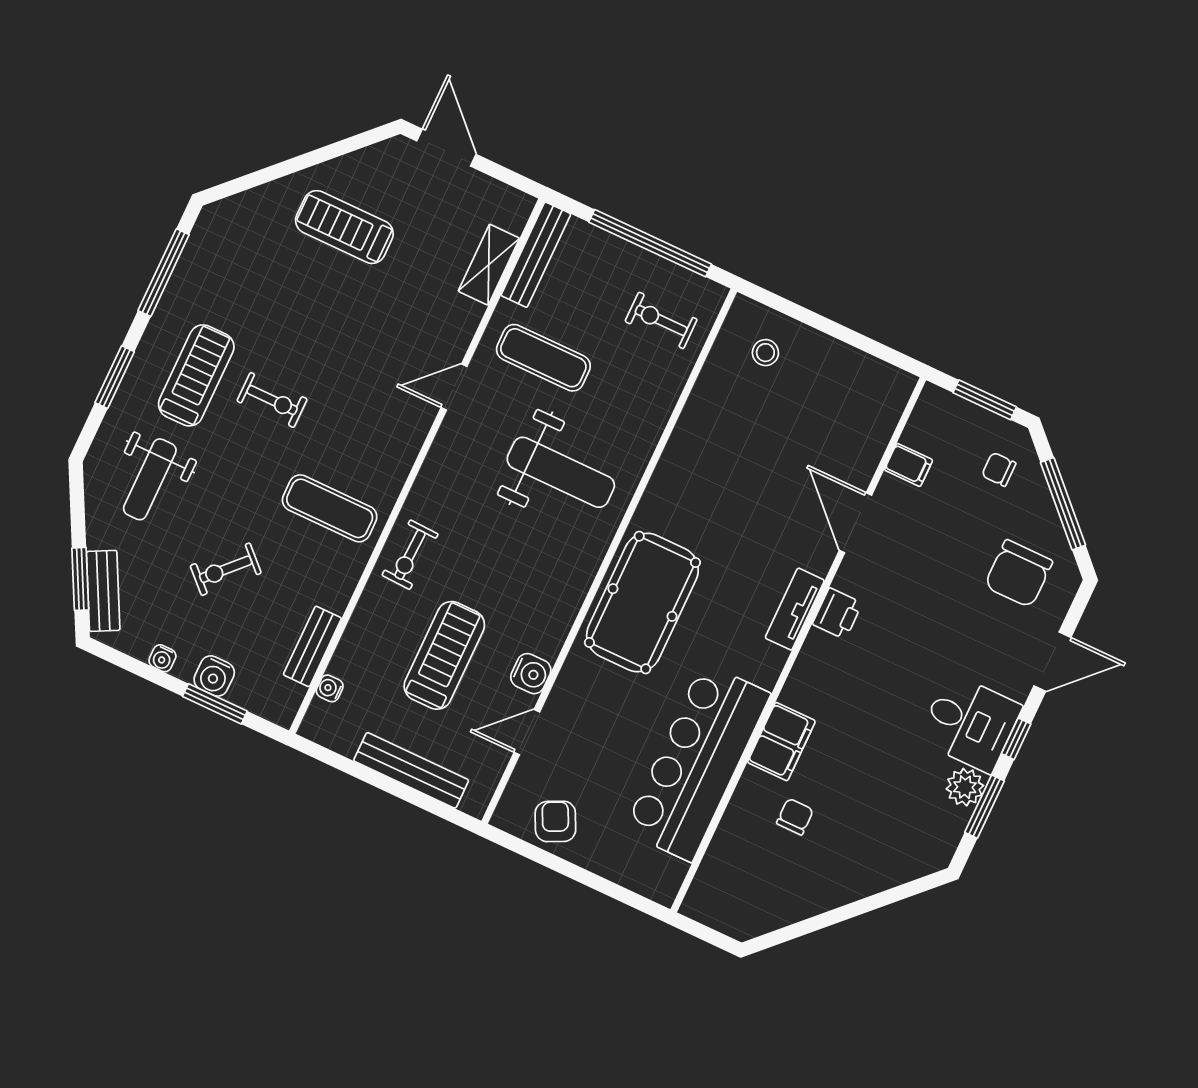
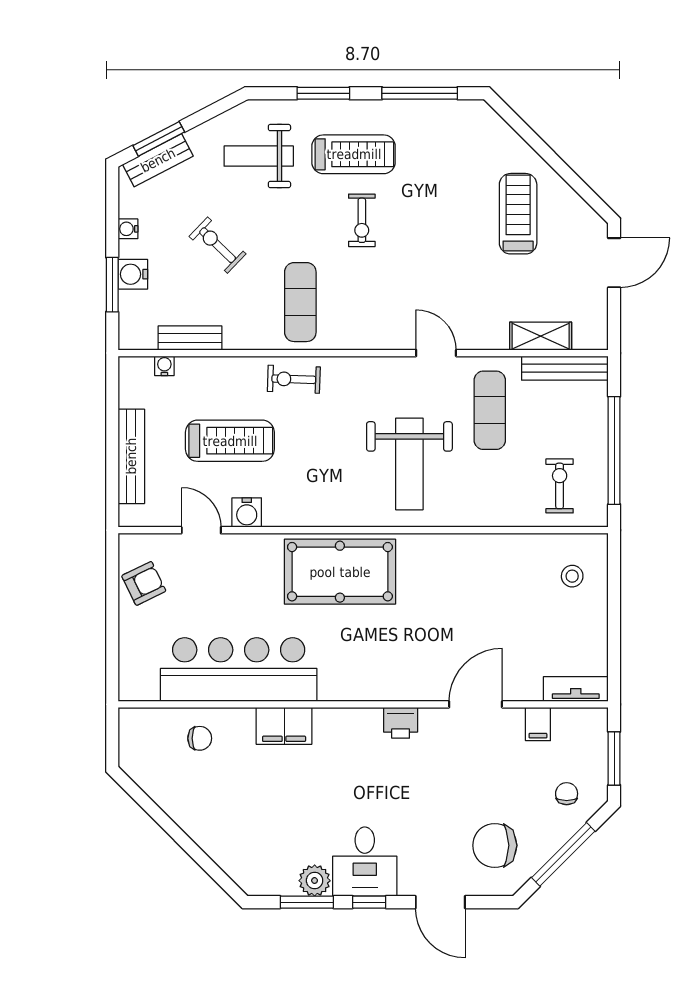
tv unit: (795, 609) -> (576, 689), moved
chair: (795, 817) -> (200, 738), moved

